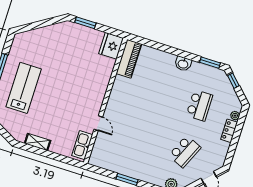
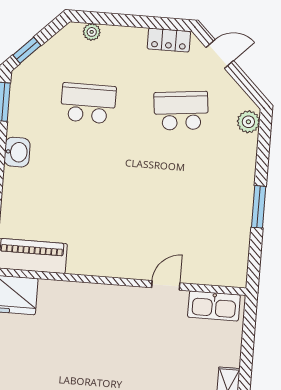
locker: (229, 131) -> (169, 40), moved
school desk: (185, 152) -> (181, 111), turned -30

